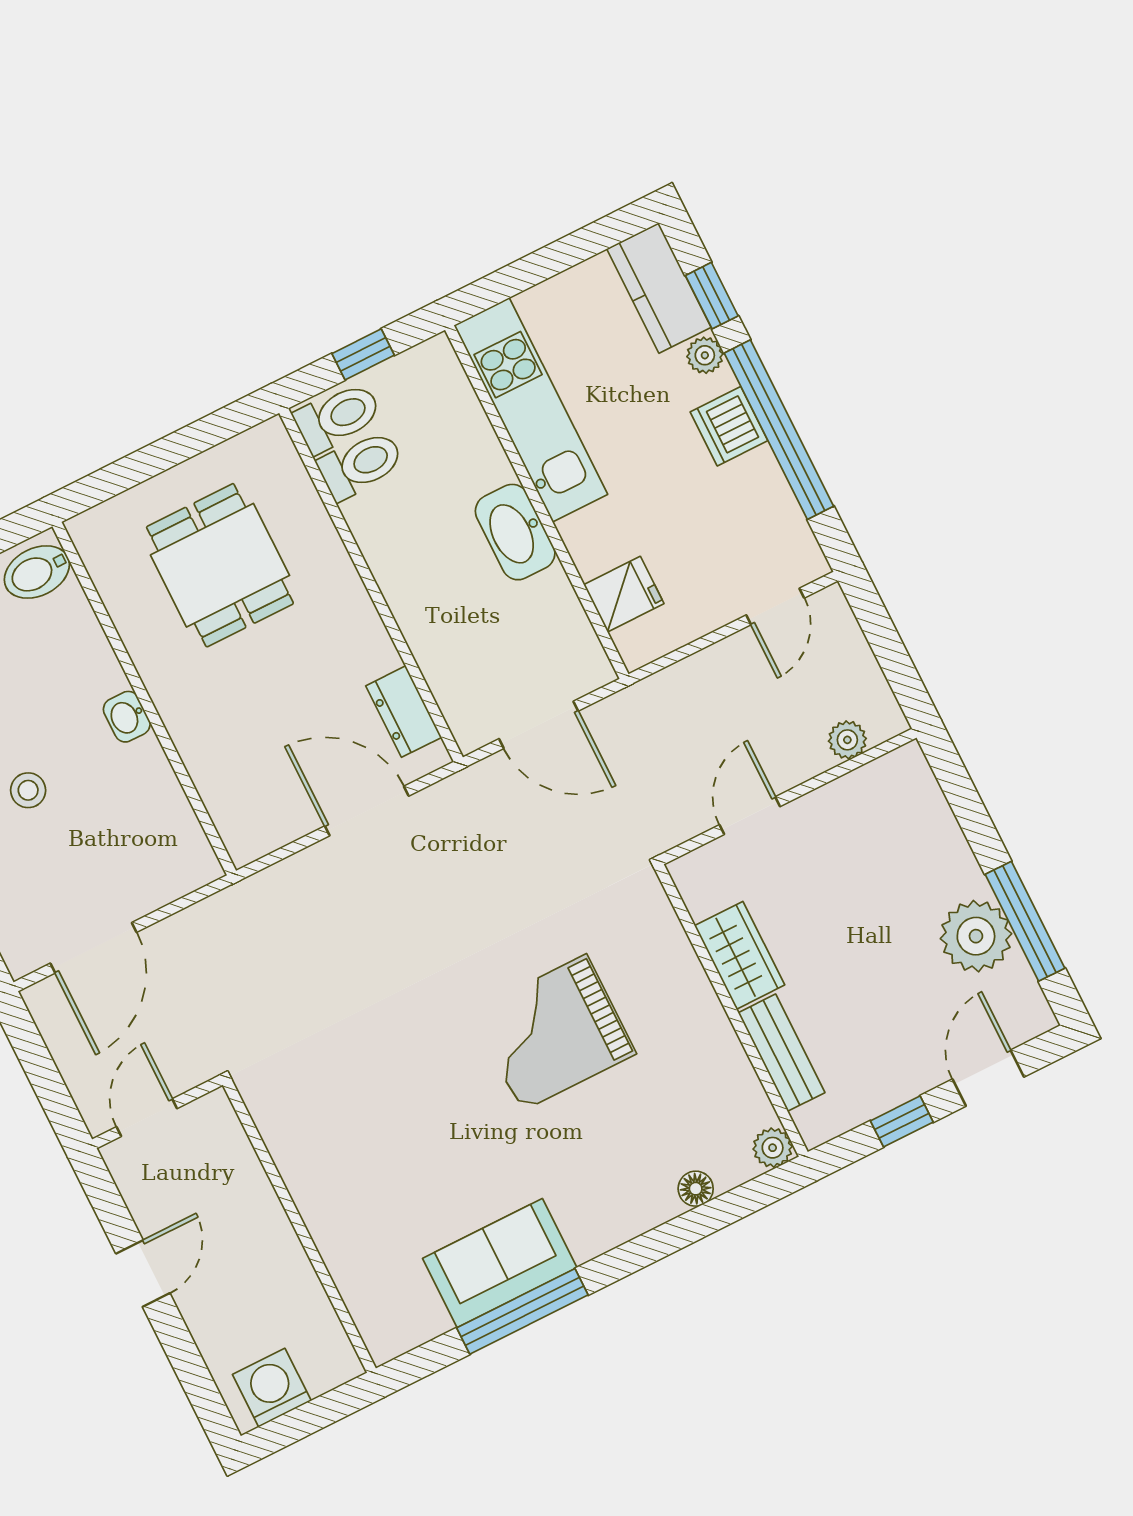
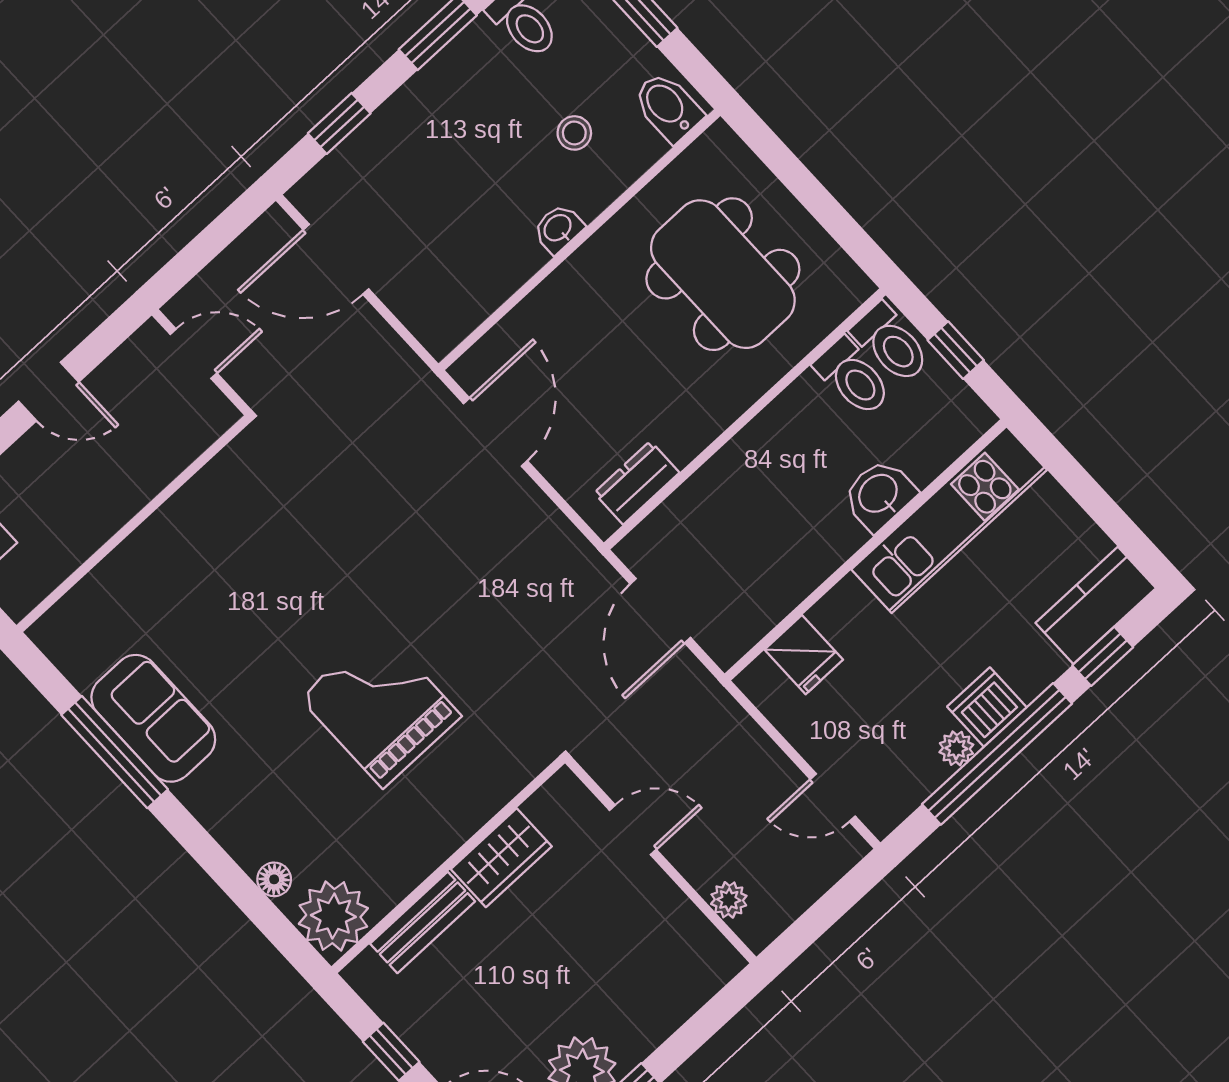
plant: (705, 355) -> (956, 748), moved
washbasin: (515, 532) -> (879, 495), moved, width x0.72
dining table: (220, 565) -> (723, 274), width x1.38
stool: (28, 790) -> (574, 133), moved
door: (367, 811) -> (495, 432), moved
plant: (773, 1148) -> (333, 916), width x1.87, depth x1.87

